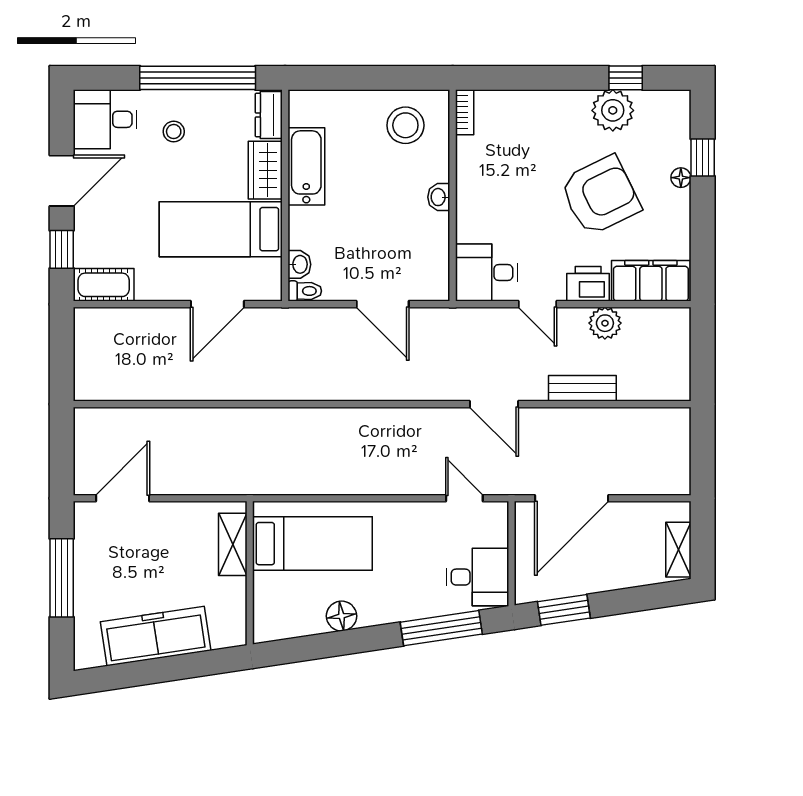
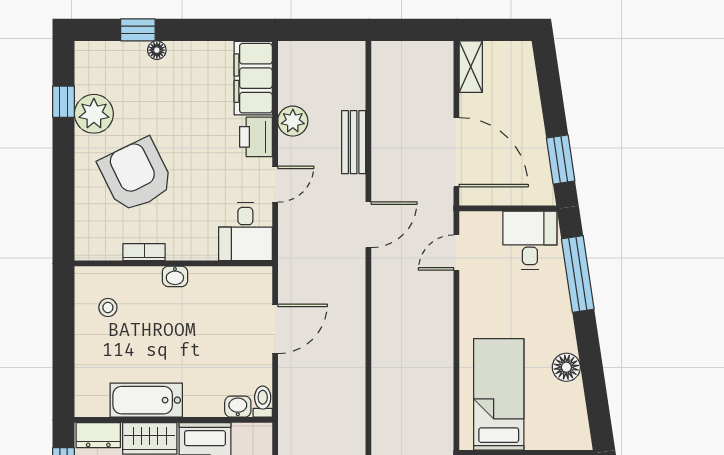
bookcase: (465, 112) -> (144, 252), moved
stool: (405, 125) -> (108, 308), width x0.53, depth x0.53
armchair: (600, 195) -> (136, 175), moved
shelving: (678, 550) -> (471, 67), moved, turned 90

